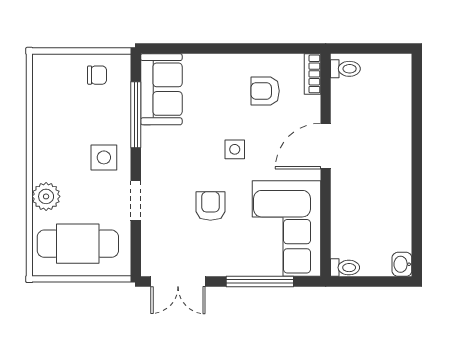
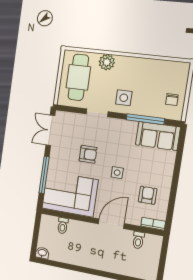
toilet: (345, 69) -> (138, 240), moved
door: (326, 146) -> (111, 224), hinge flipped
toilet: (345, 268) -> (63, 226), moved

